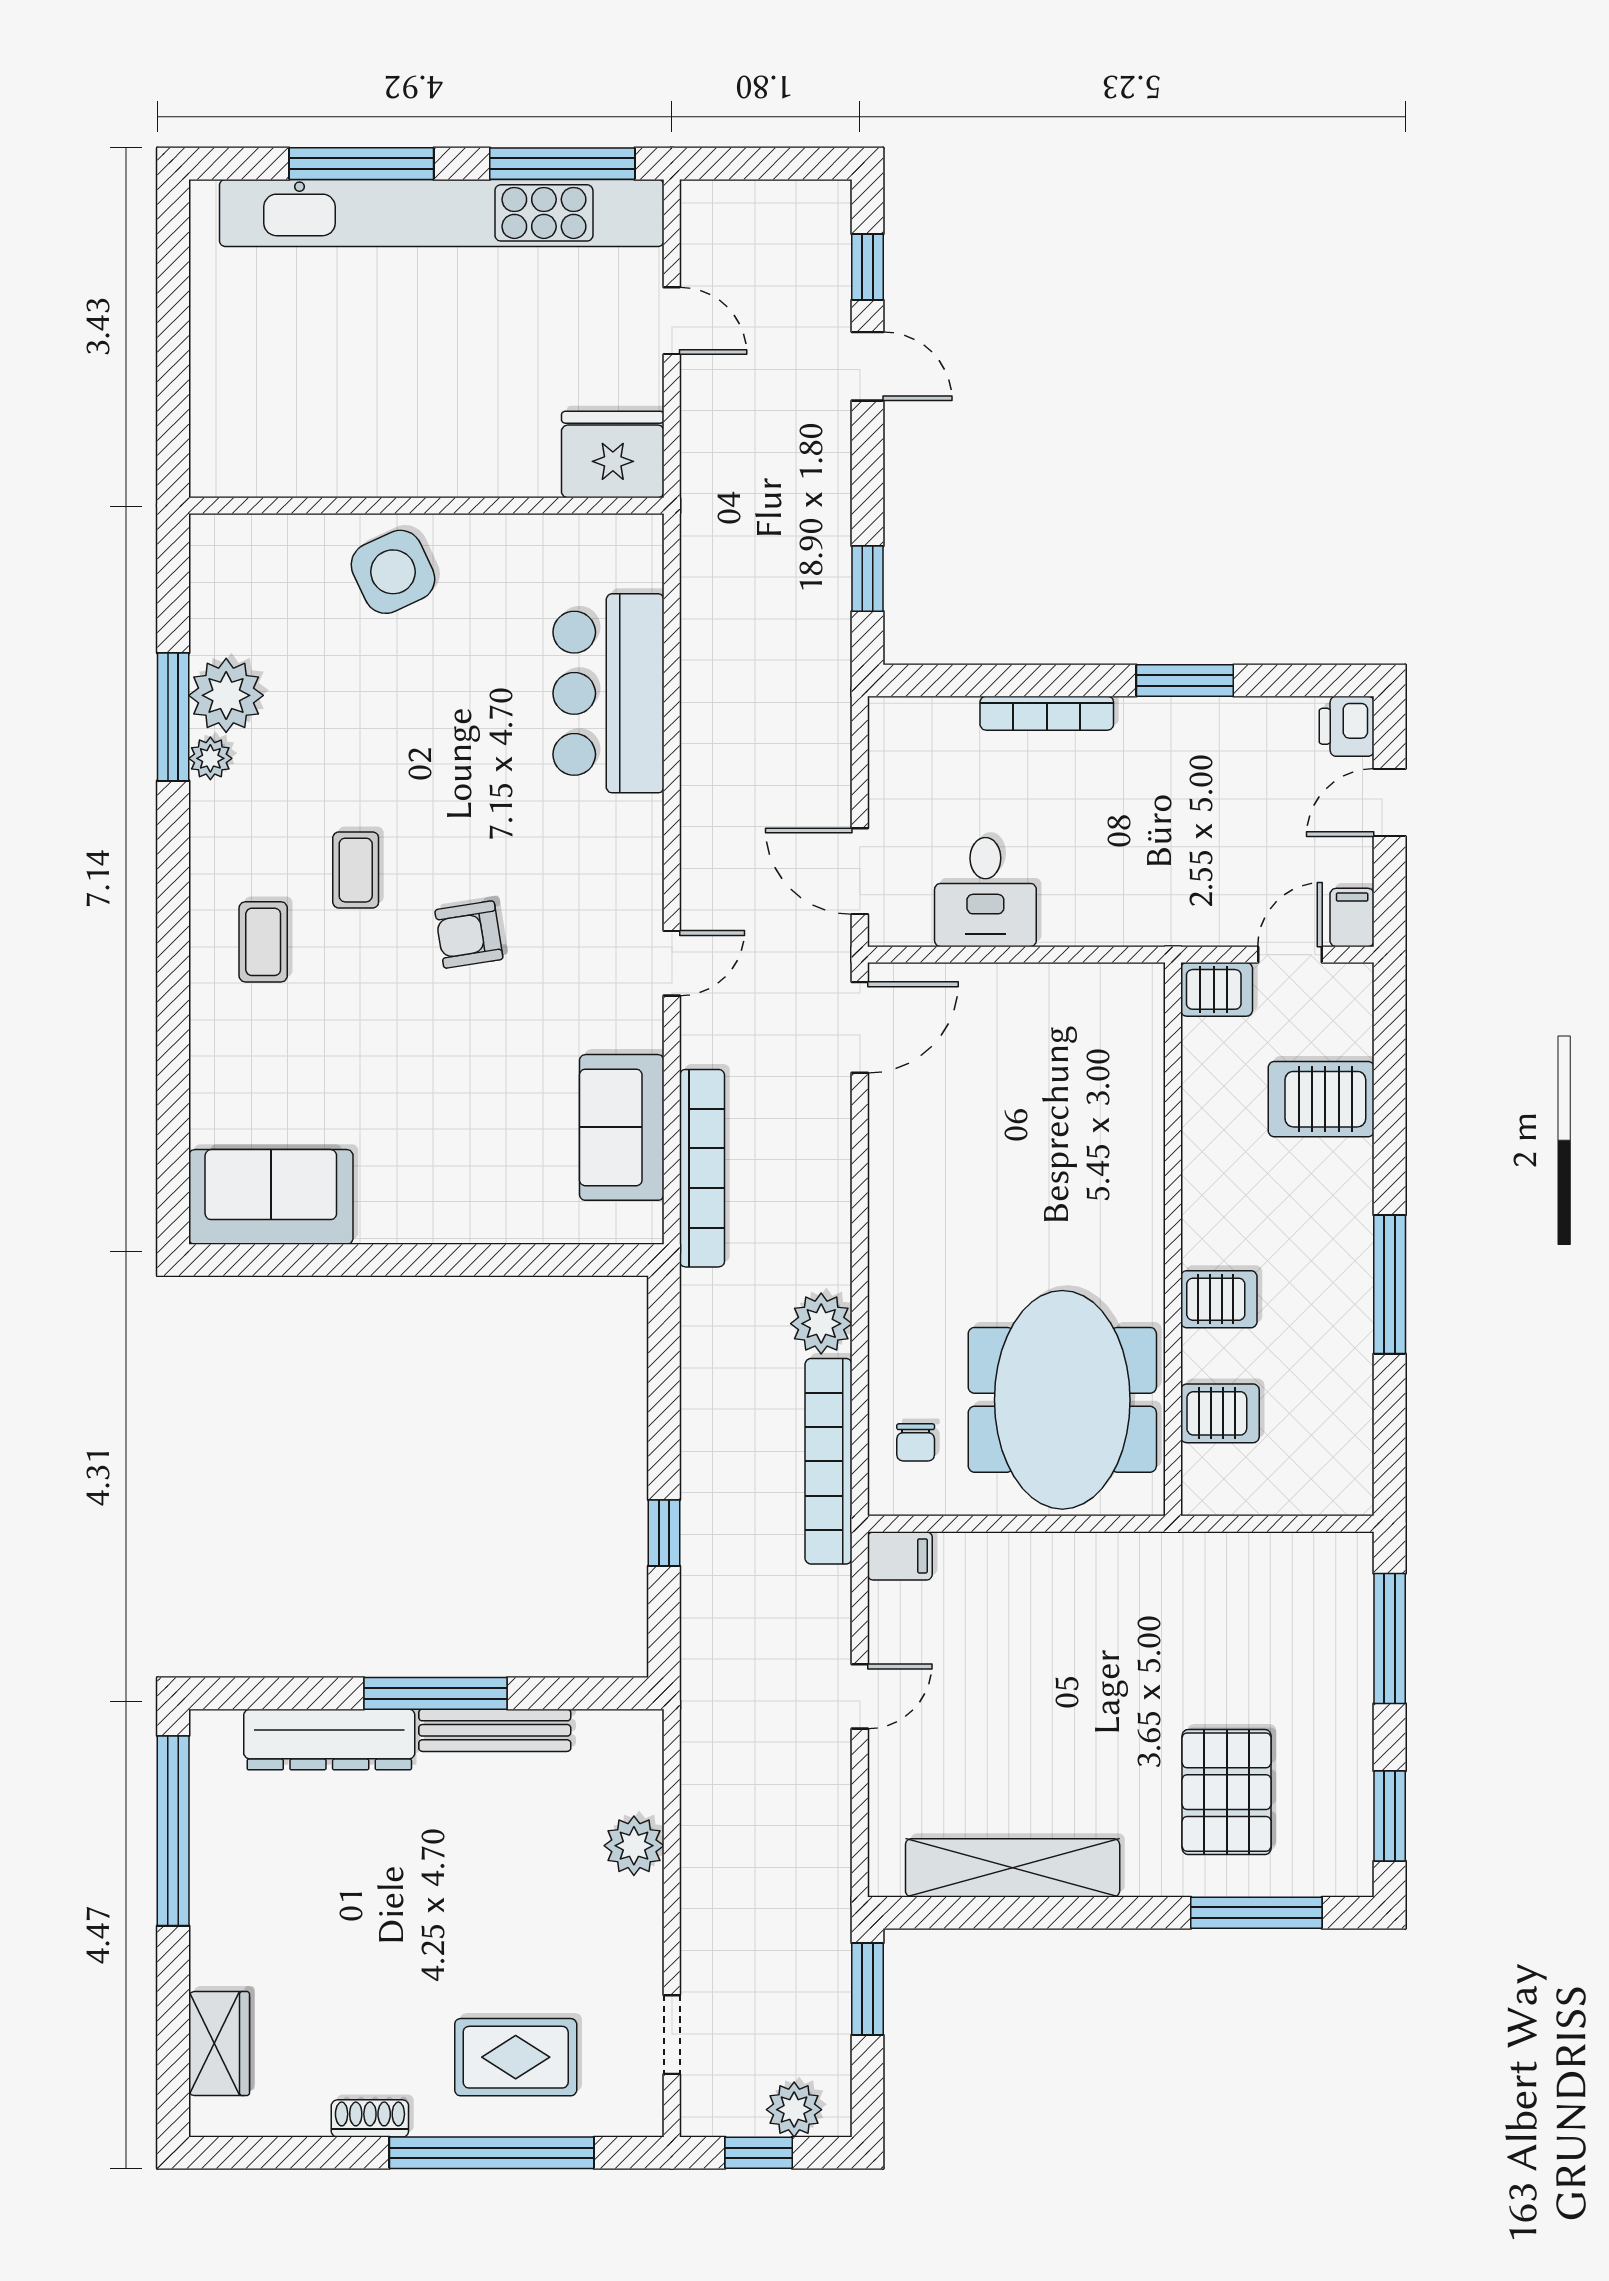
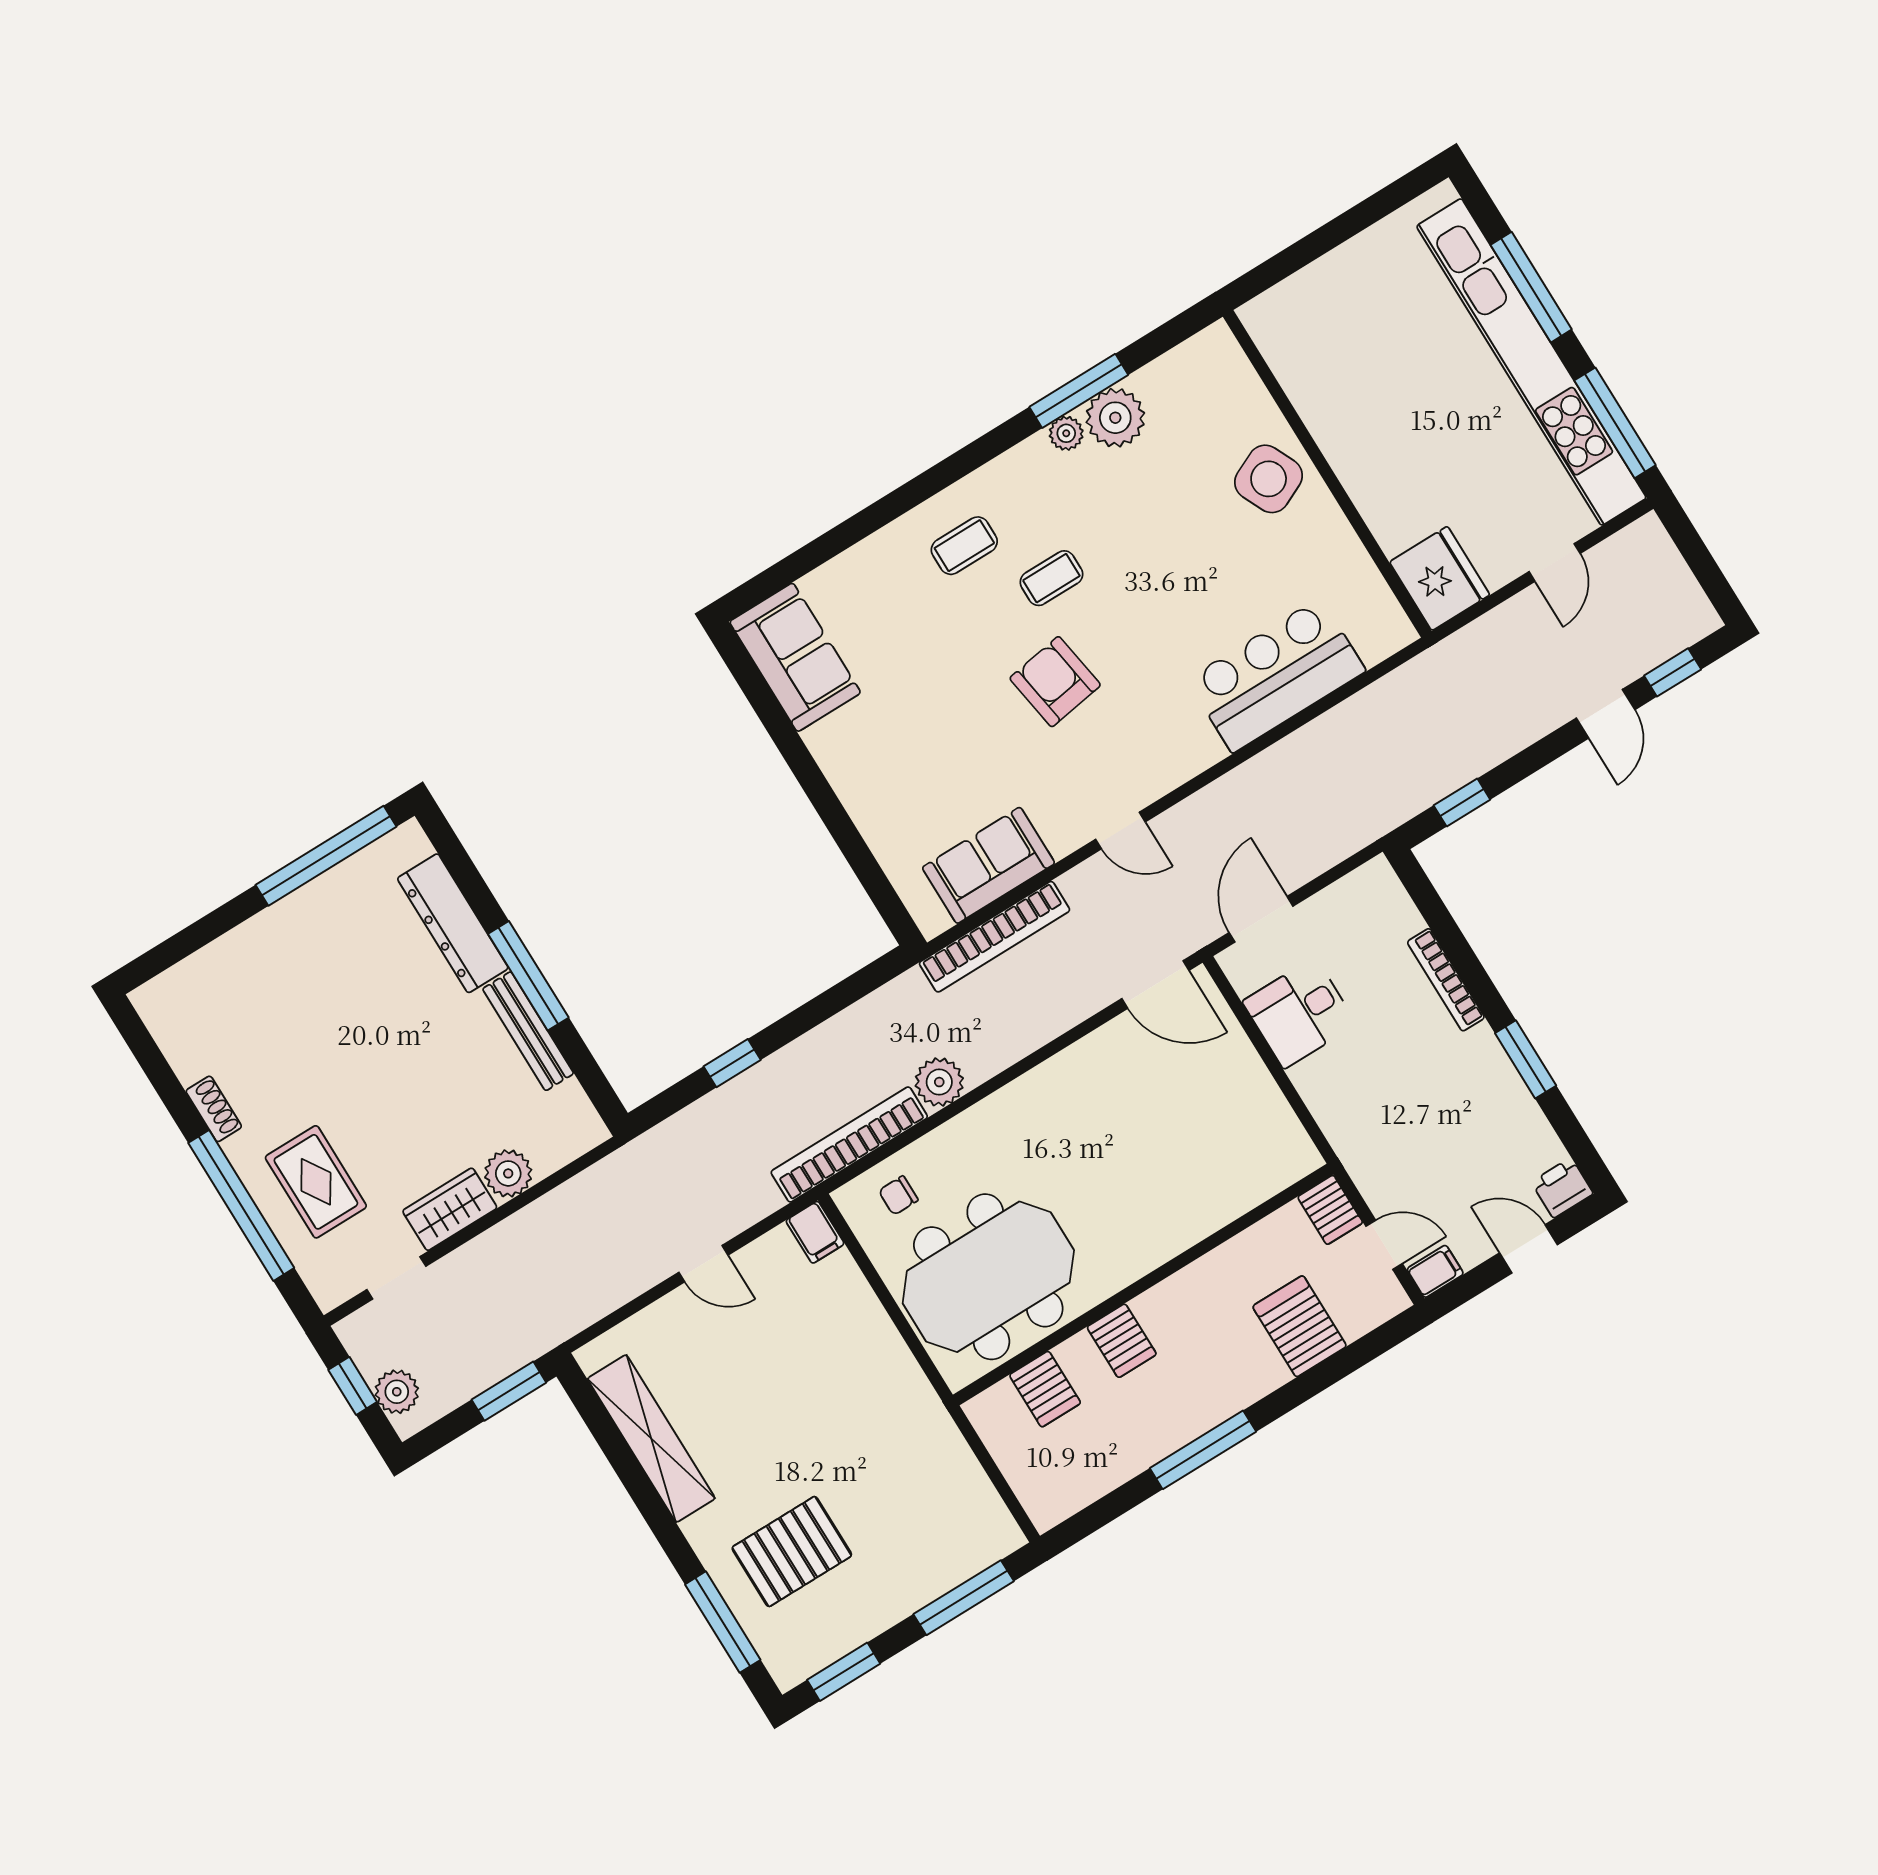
armchair: (469, 935) -> (1055, 682), width x1.38, depth x1.38
wardrobe: (219, 2044) -> (450, 1209), moved, turned 180

